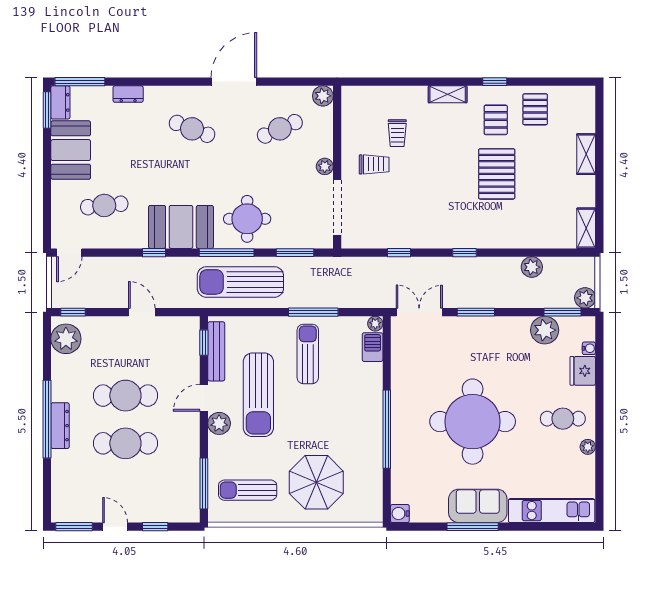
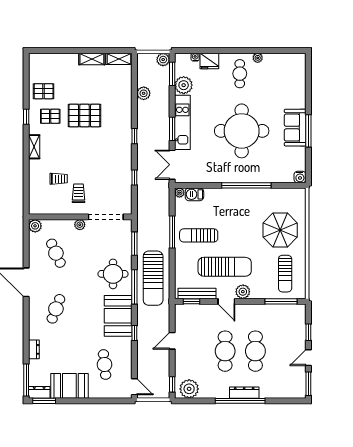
shelving: (586, 154) -> (92, 59), moved
kitchen unit: (552, 511) -> (182, 122), moved, turned 180

